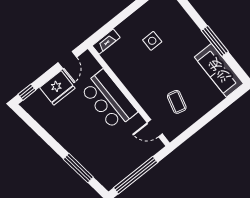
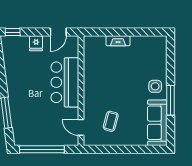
side table: (152, 41) -> (155, 86), moved
fireplace: (106, 42) -> (118, 41), moved
fridge: (57, 88) -> (36, 43), width x0.53, depth x0.75

